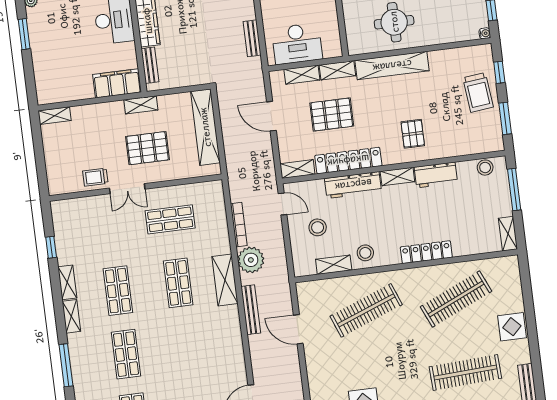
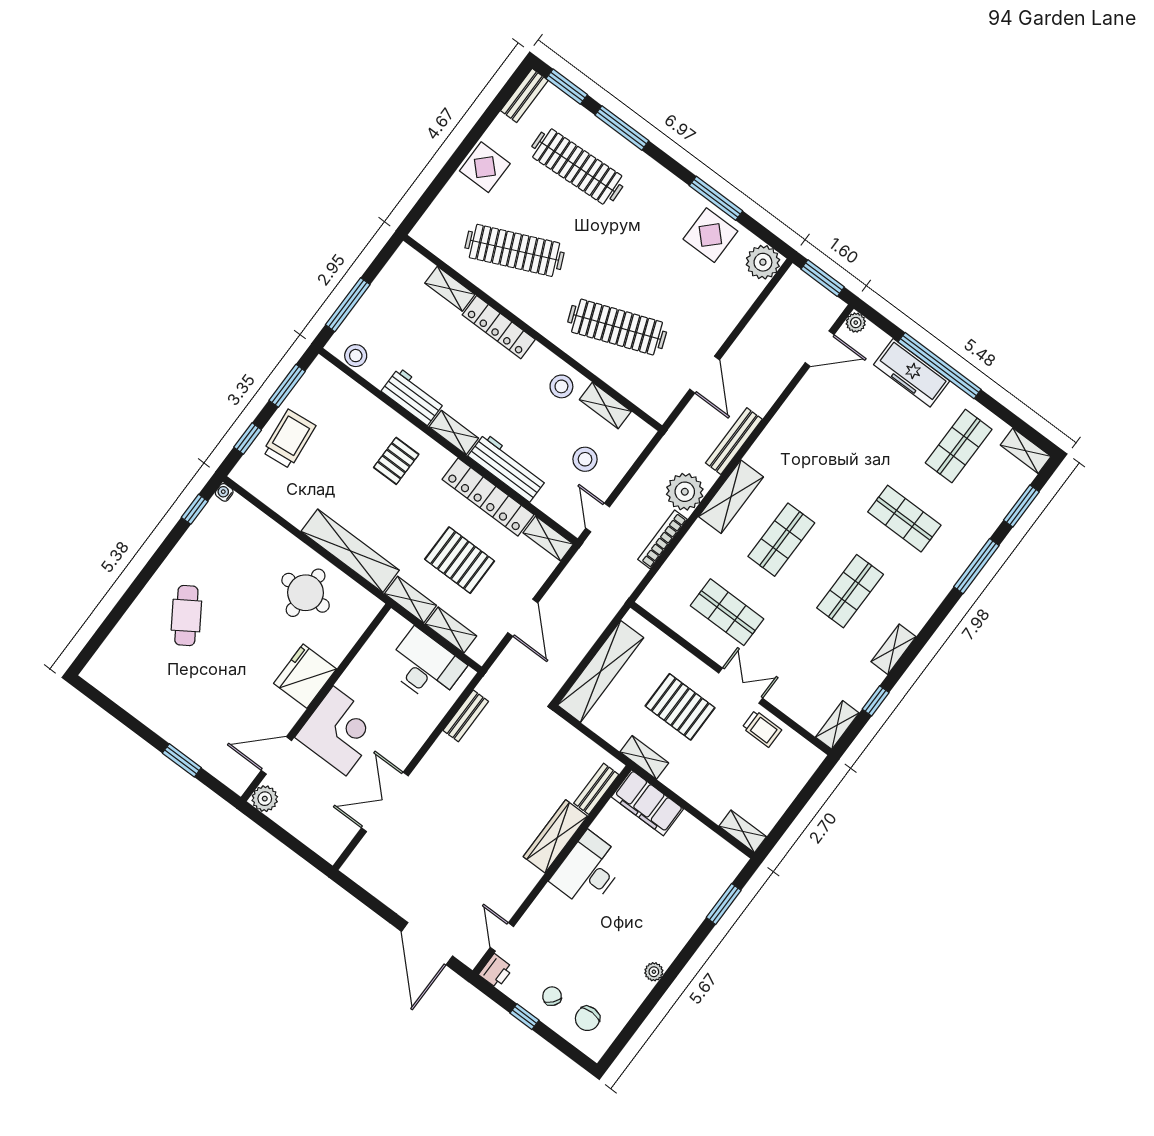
window: (24, 34) -> (724, 904), moved
shelving: (508, 234) -> (450, 289), moved, turned 90
shelving: (71, 316) -> (837, 725), moved
shop shelf: (126, 354) -> (904, 519), turned 90

